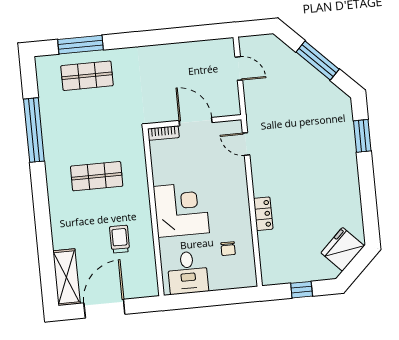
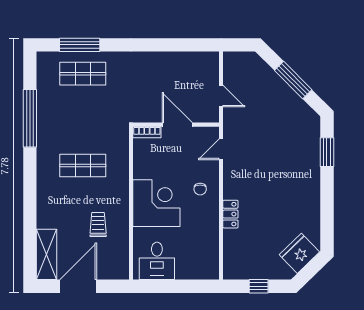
door: (239, 69) -> (221, 96), moved
door: (246, 144) -> (221, 149), hinge flipped
chair: (228, 249) -> (200, 189), moved

